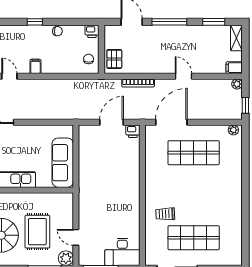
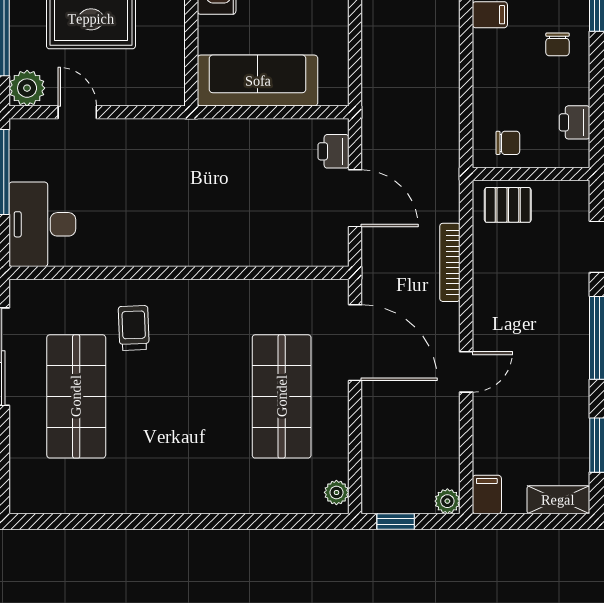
chair: (57, 31) -> (558, 44), moved
printer: (92, 31) -> (574, 122), moved
printer: (133, 131) -> (333, 151), moved
door: (76, 237) -> (77, 112), hinge flipped

